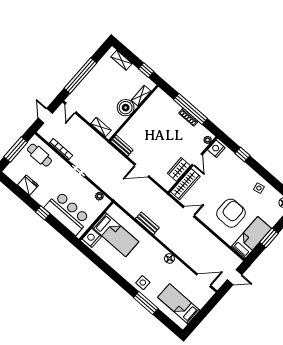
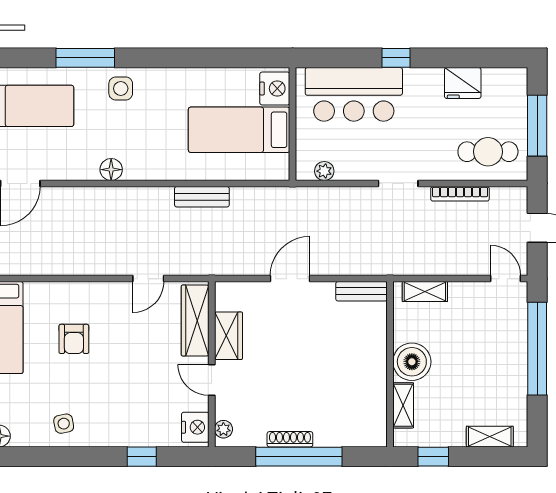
armchair: (231, 213) -> (74, 339), width x0.53, depth x0.53

